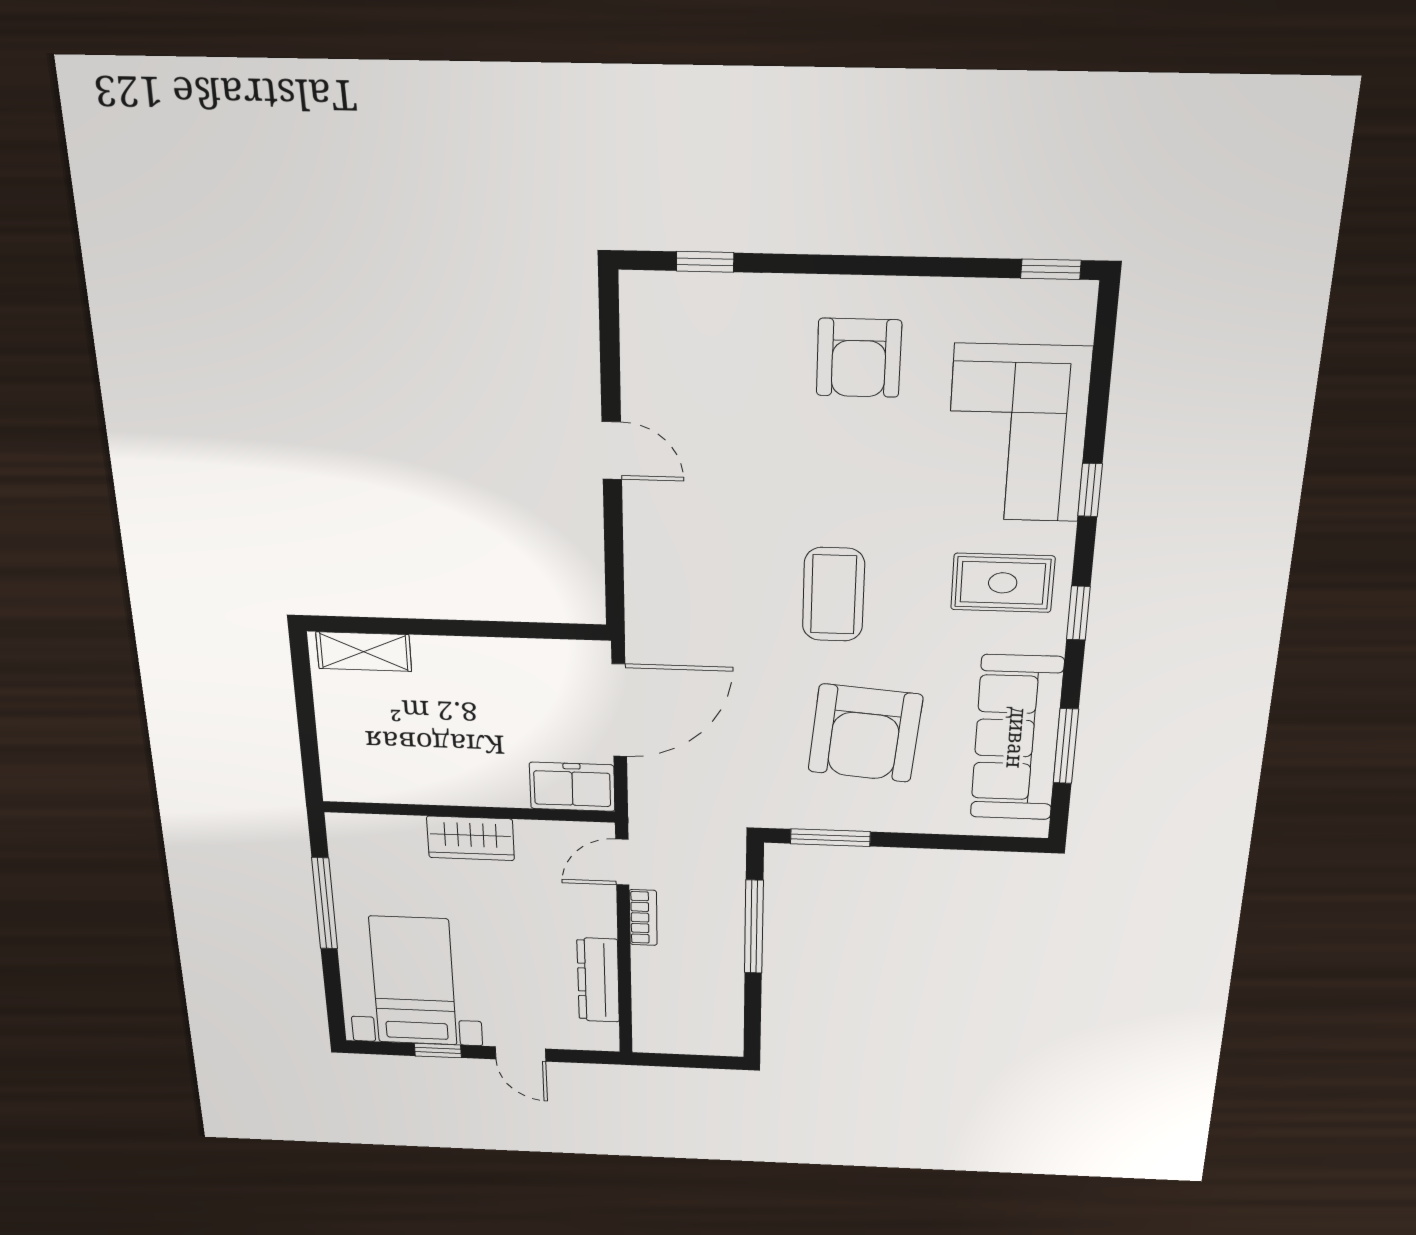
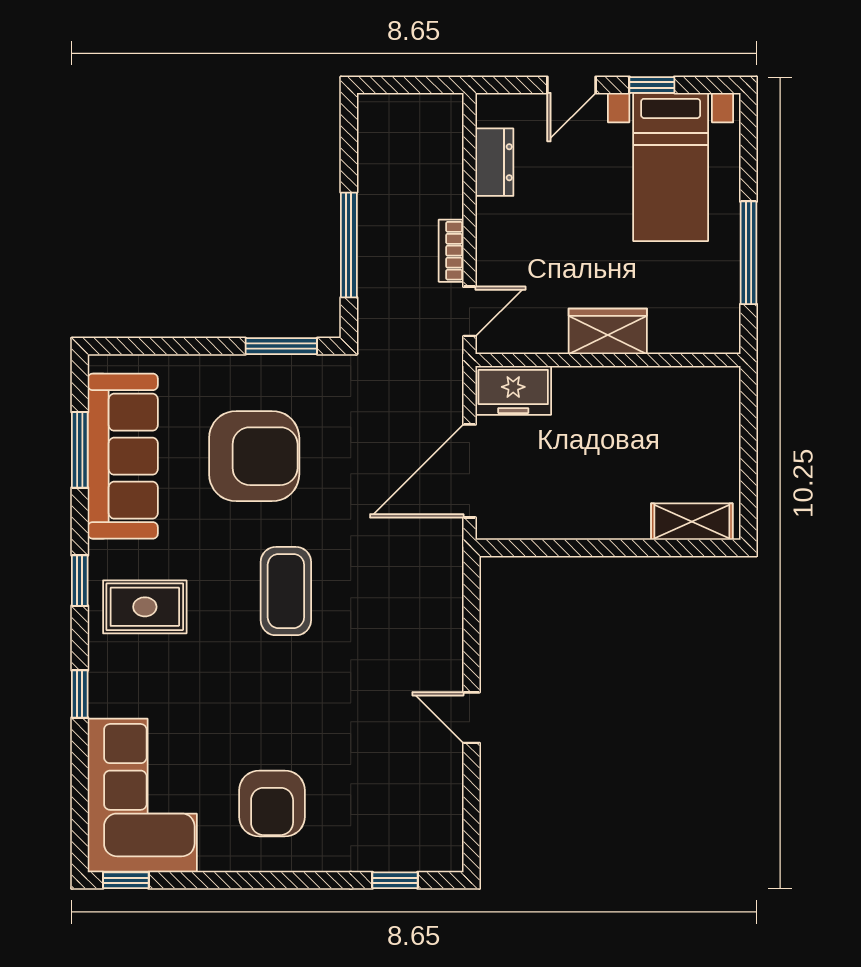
armchair: (859, 358) -> (272, 804), turned 180
corner sofa: (1017, 434) -> (142, 795), moved
armchair: (865, 733) -> (254, 456), turned 85
dresser: (598, 980) -> (494, 162), width x0.70
door: (521, 1054) -> (571, 85), swing flipped

